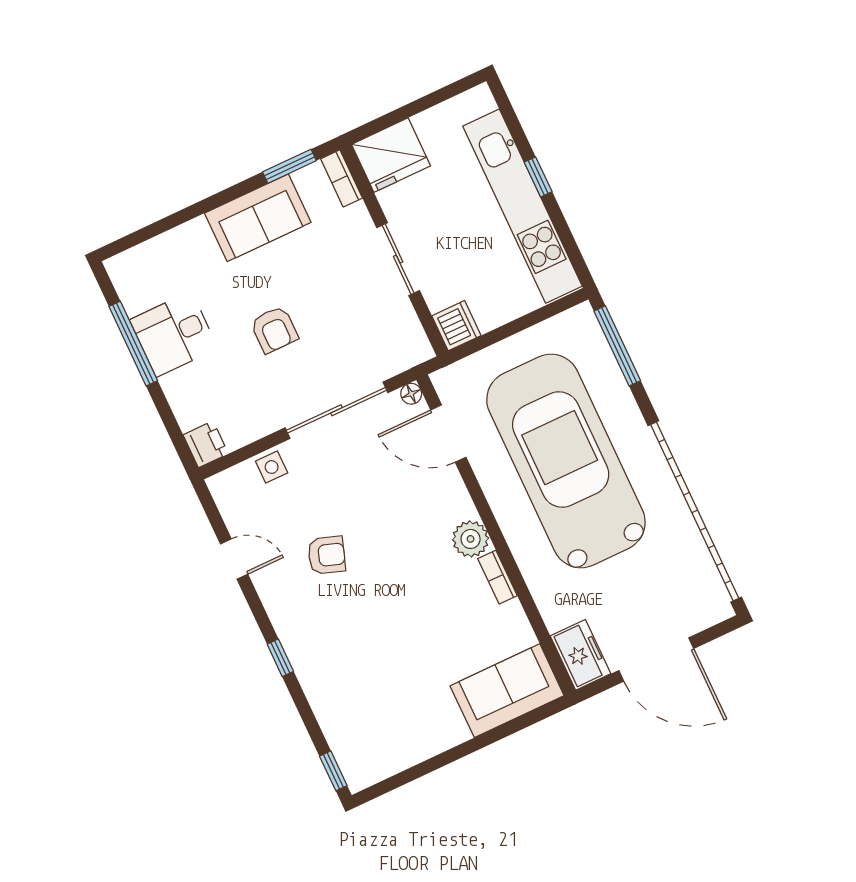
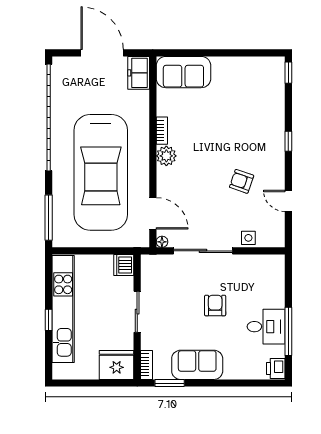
printer: (206, 444) -> (276, 369), moved

